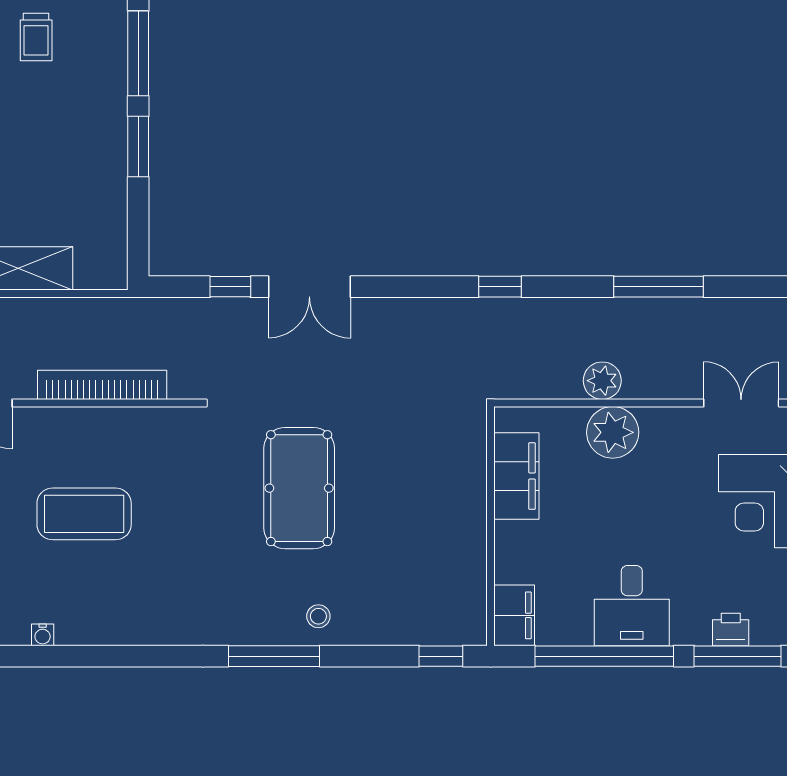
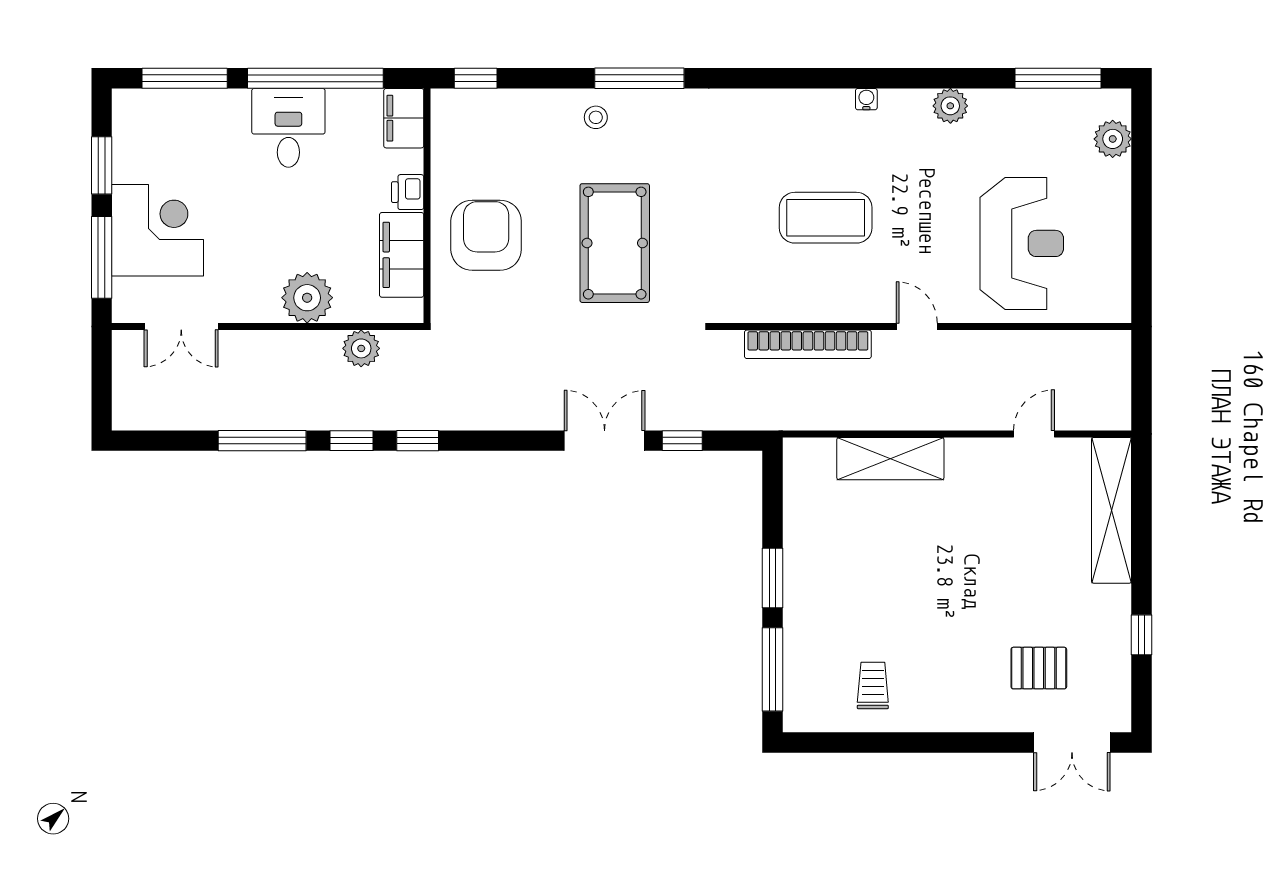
window: (567, 287) -> (351, 441), added
plant: (602, 381) -> (361, 348), moved
armchair: (430, 496) -> (486, 235), added
printer: (731, 629) -> (408, 192), moved, turned 90

